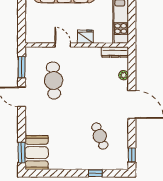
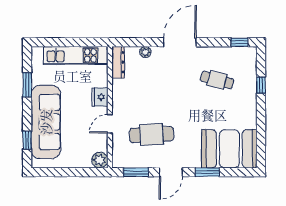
plant: (32, 36) -> (100, 160), added
cafe table: (100, 136) -> (217, 80), turned 36
window: (22, 153) -> (207, 172), moved
booth: (37, 153) -> (229, 149), width x1.36, depth x1.42

